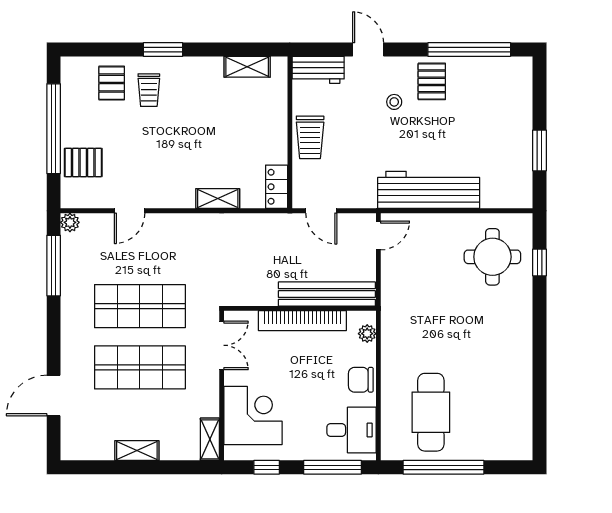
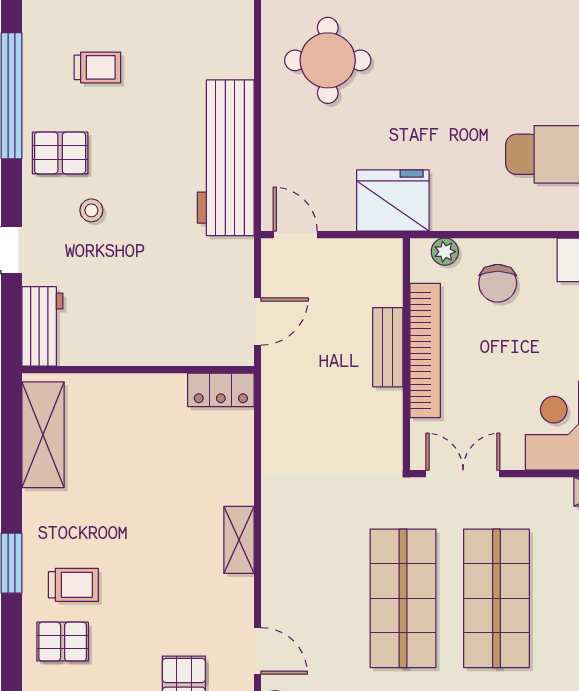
shelving: (247, 67) -> (43, 435), width x1.50, depth x1.33
trolley: (310, 137) -> (97, 67), moved, width x0.73, depth x0.72
shelving: (218, 199) -> (239, 540), moved
door: (130, 211) -> (257, 651), moved
bench: (327, 294) -> (388, 347), width x0.54, depth x0.82
fridge: (401, 299) -> (393, 200), added
chair: (361, 380) -> (498, 283), moved

